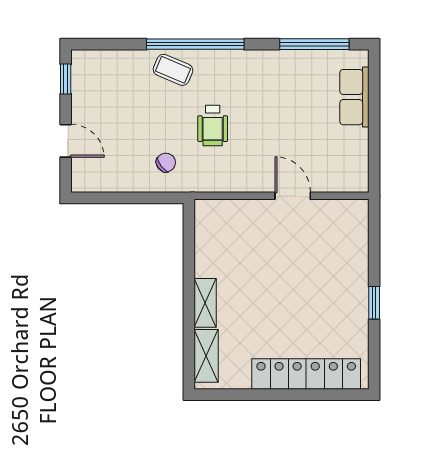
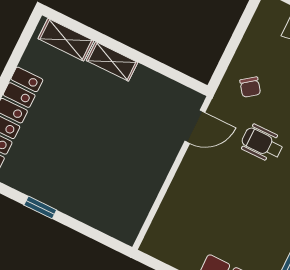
door: (293, 196) -> (195, 127), moved

